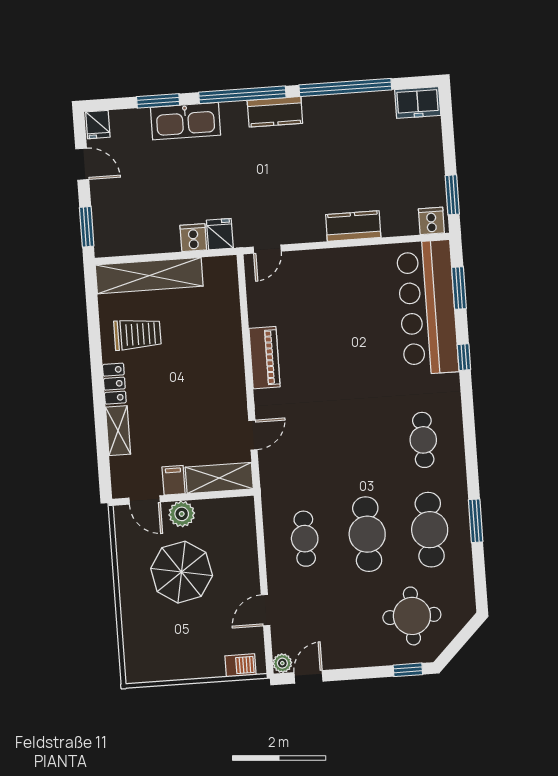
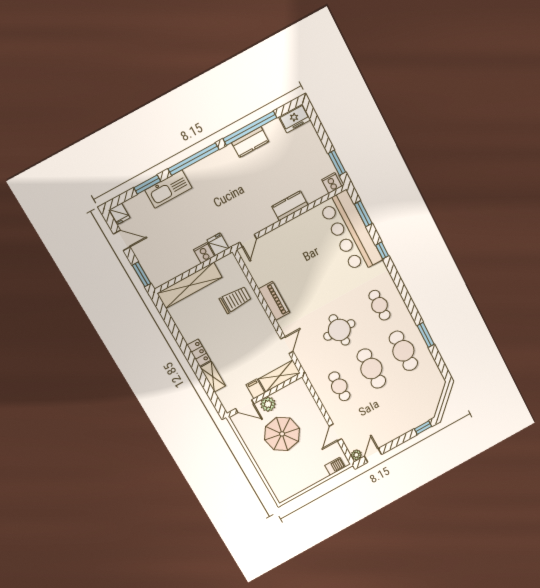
kitchen counter: (275, 112) -> (250, 142), moved
trolley: (137, 334) -> (235, 300), moved
round table: (412, 616) -> (339, 330), moved

